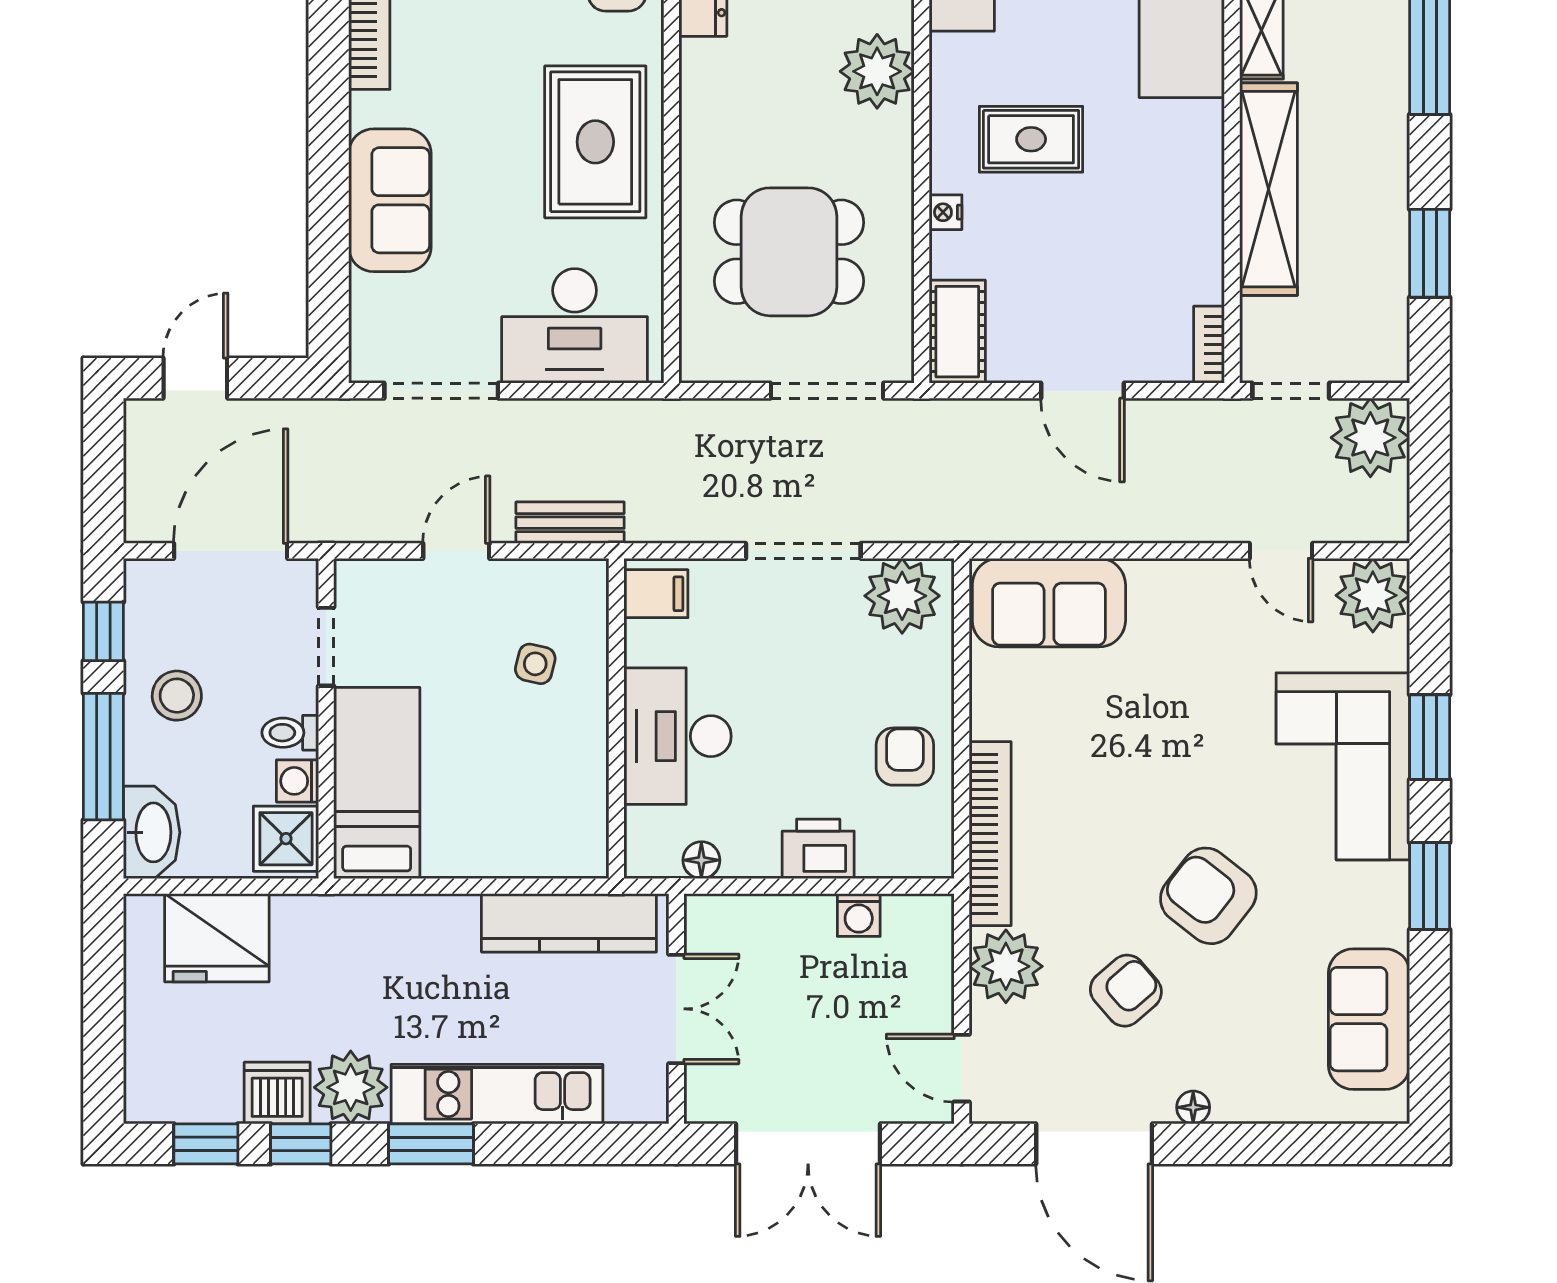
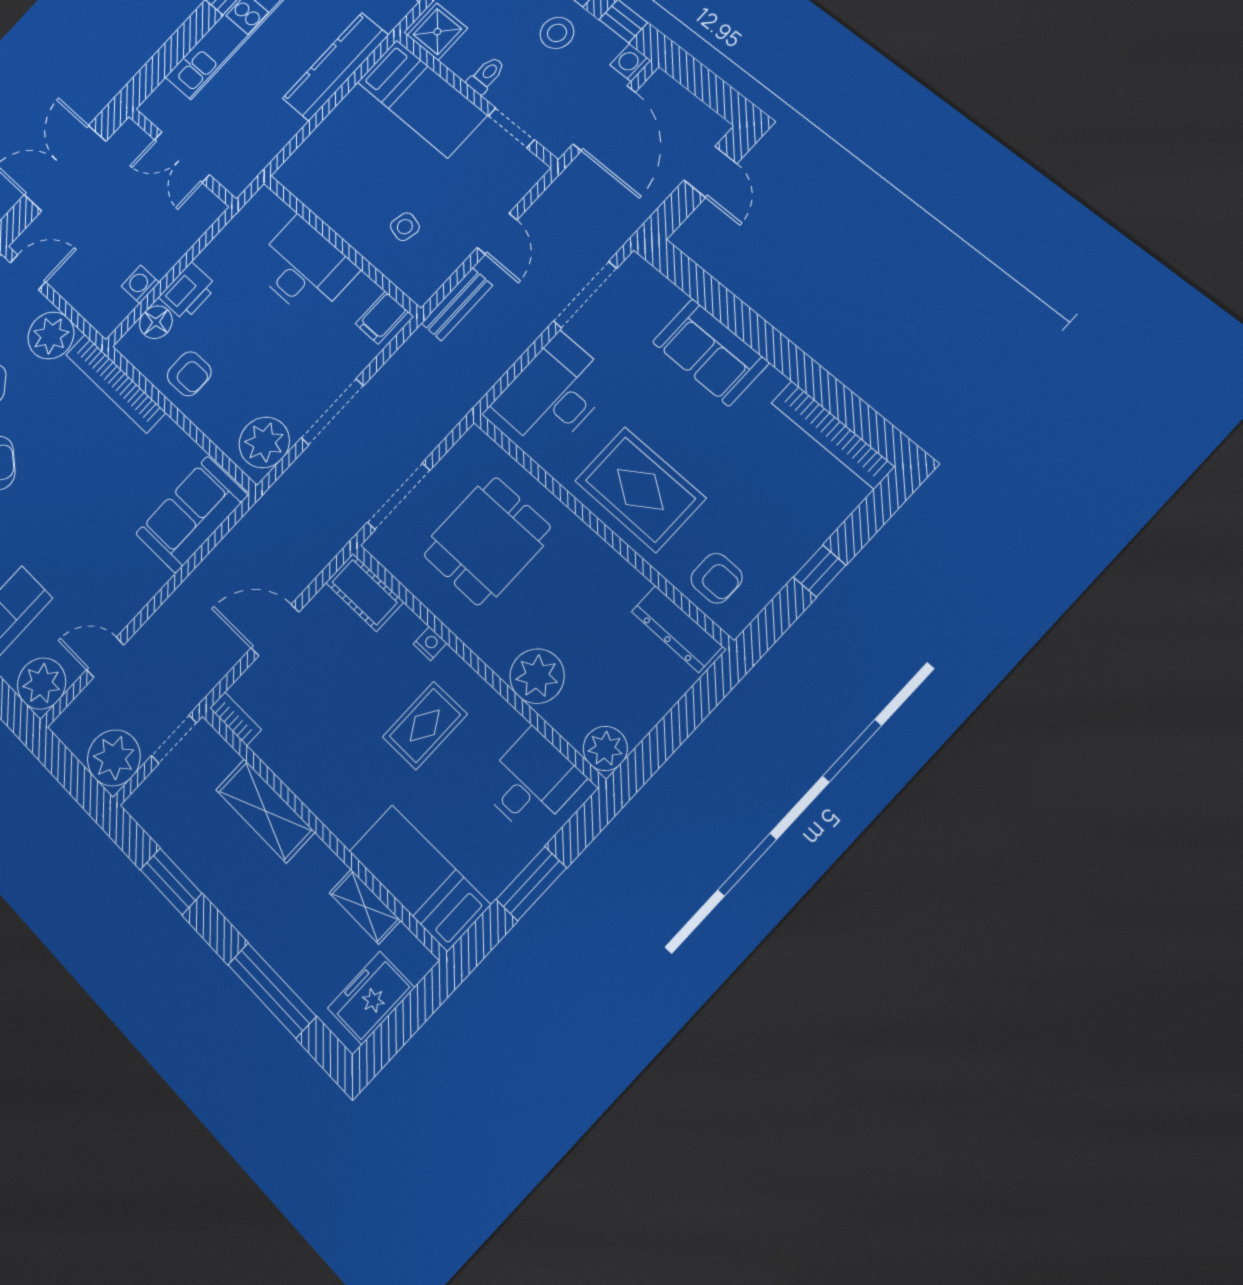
shelving: (1268, 189) -> (265, 811), width x0.68
washing machine: (298, 781) -> (630, 63), moved, turned -90
floor lamp: (701, 860) -> (156, 322), moved, width x1.37, depth x1.37
kitchen counter: (569, 923) -> (335, 67), moved

